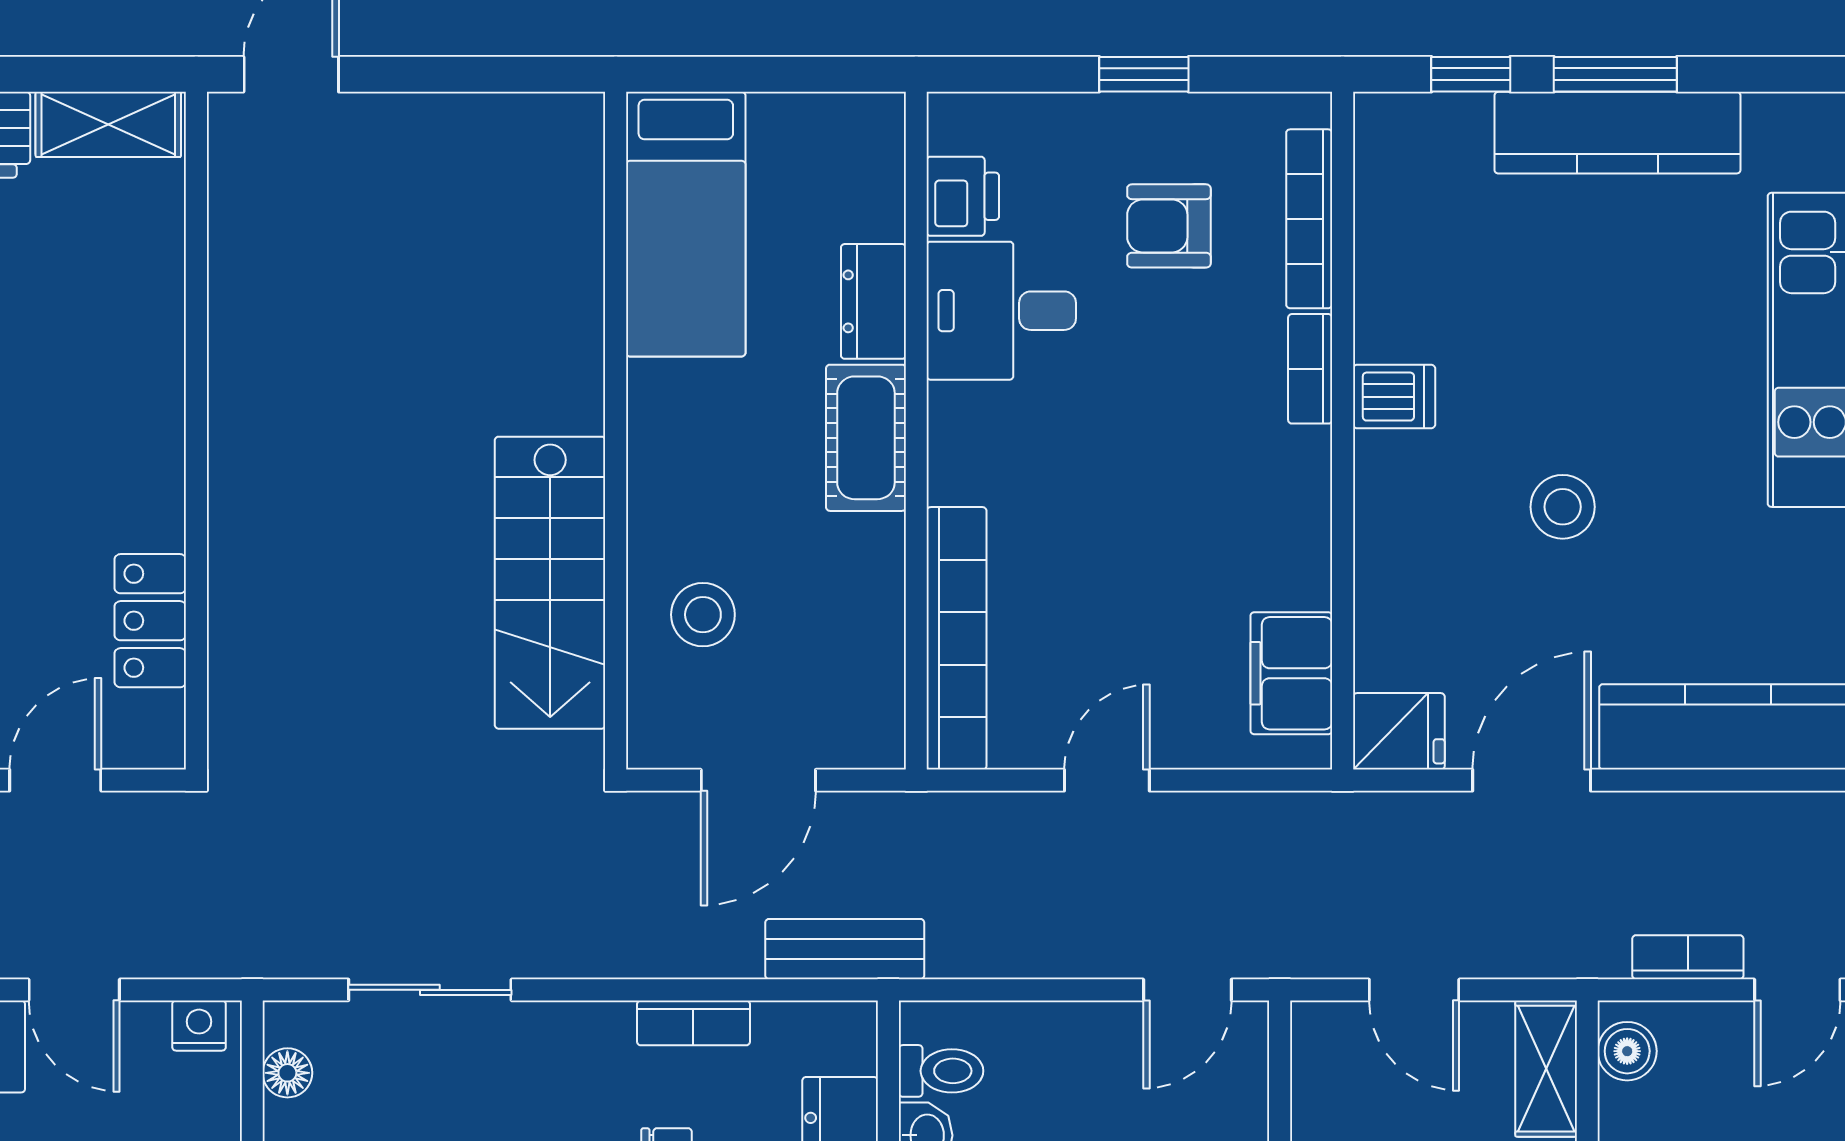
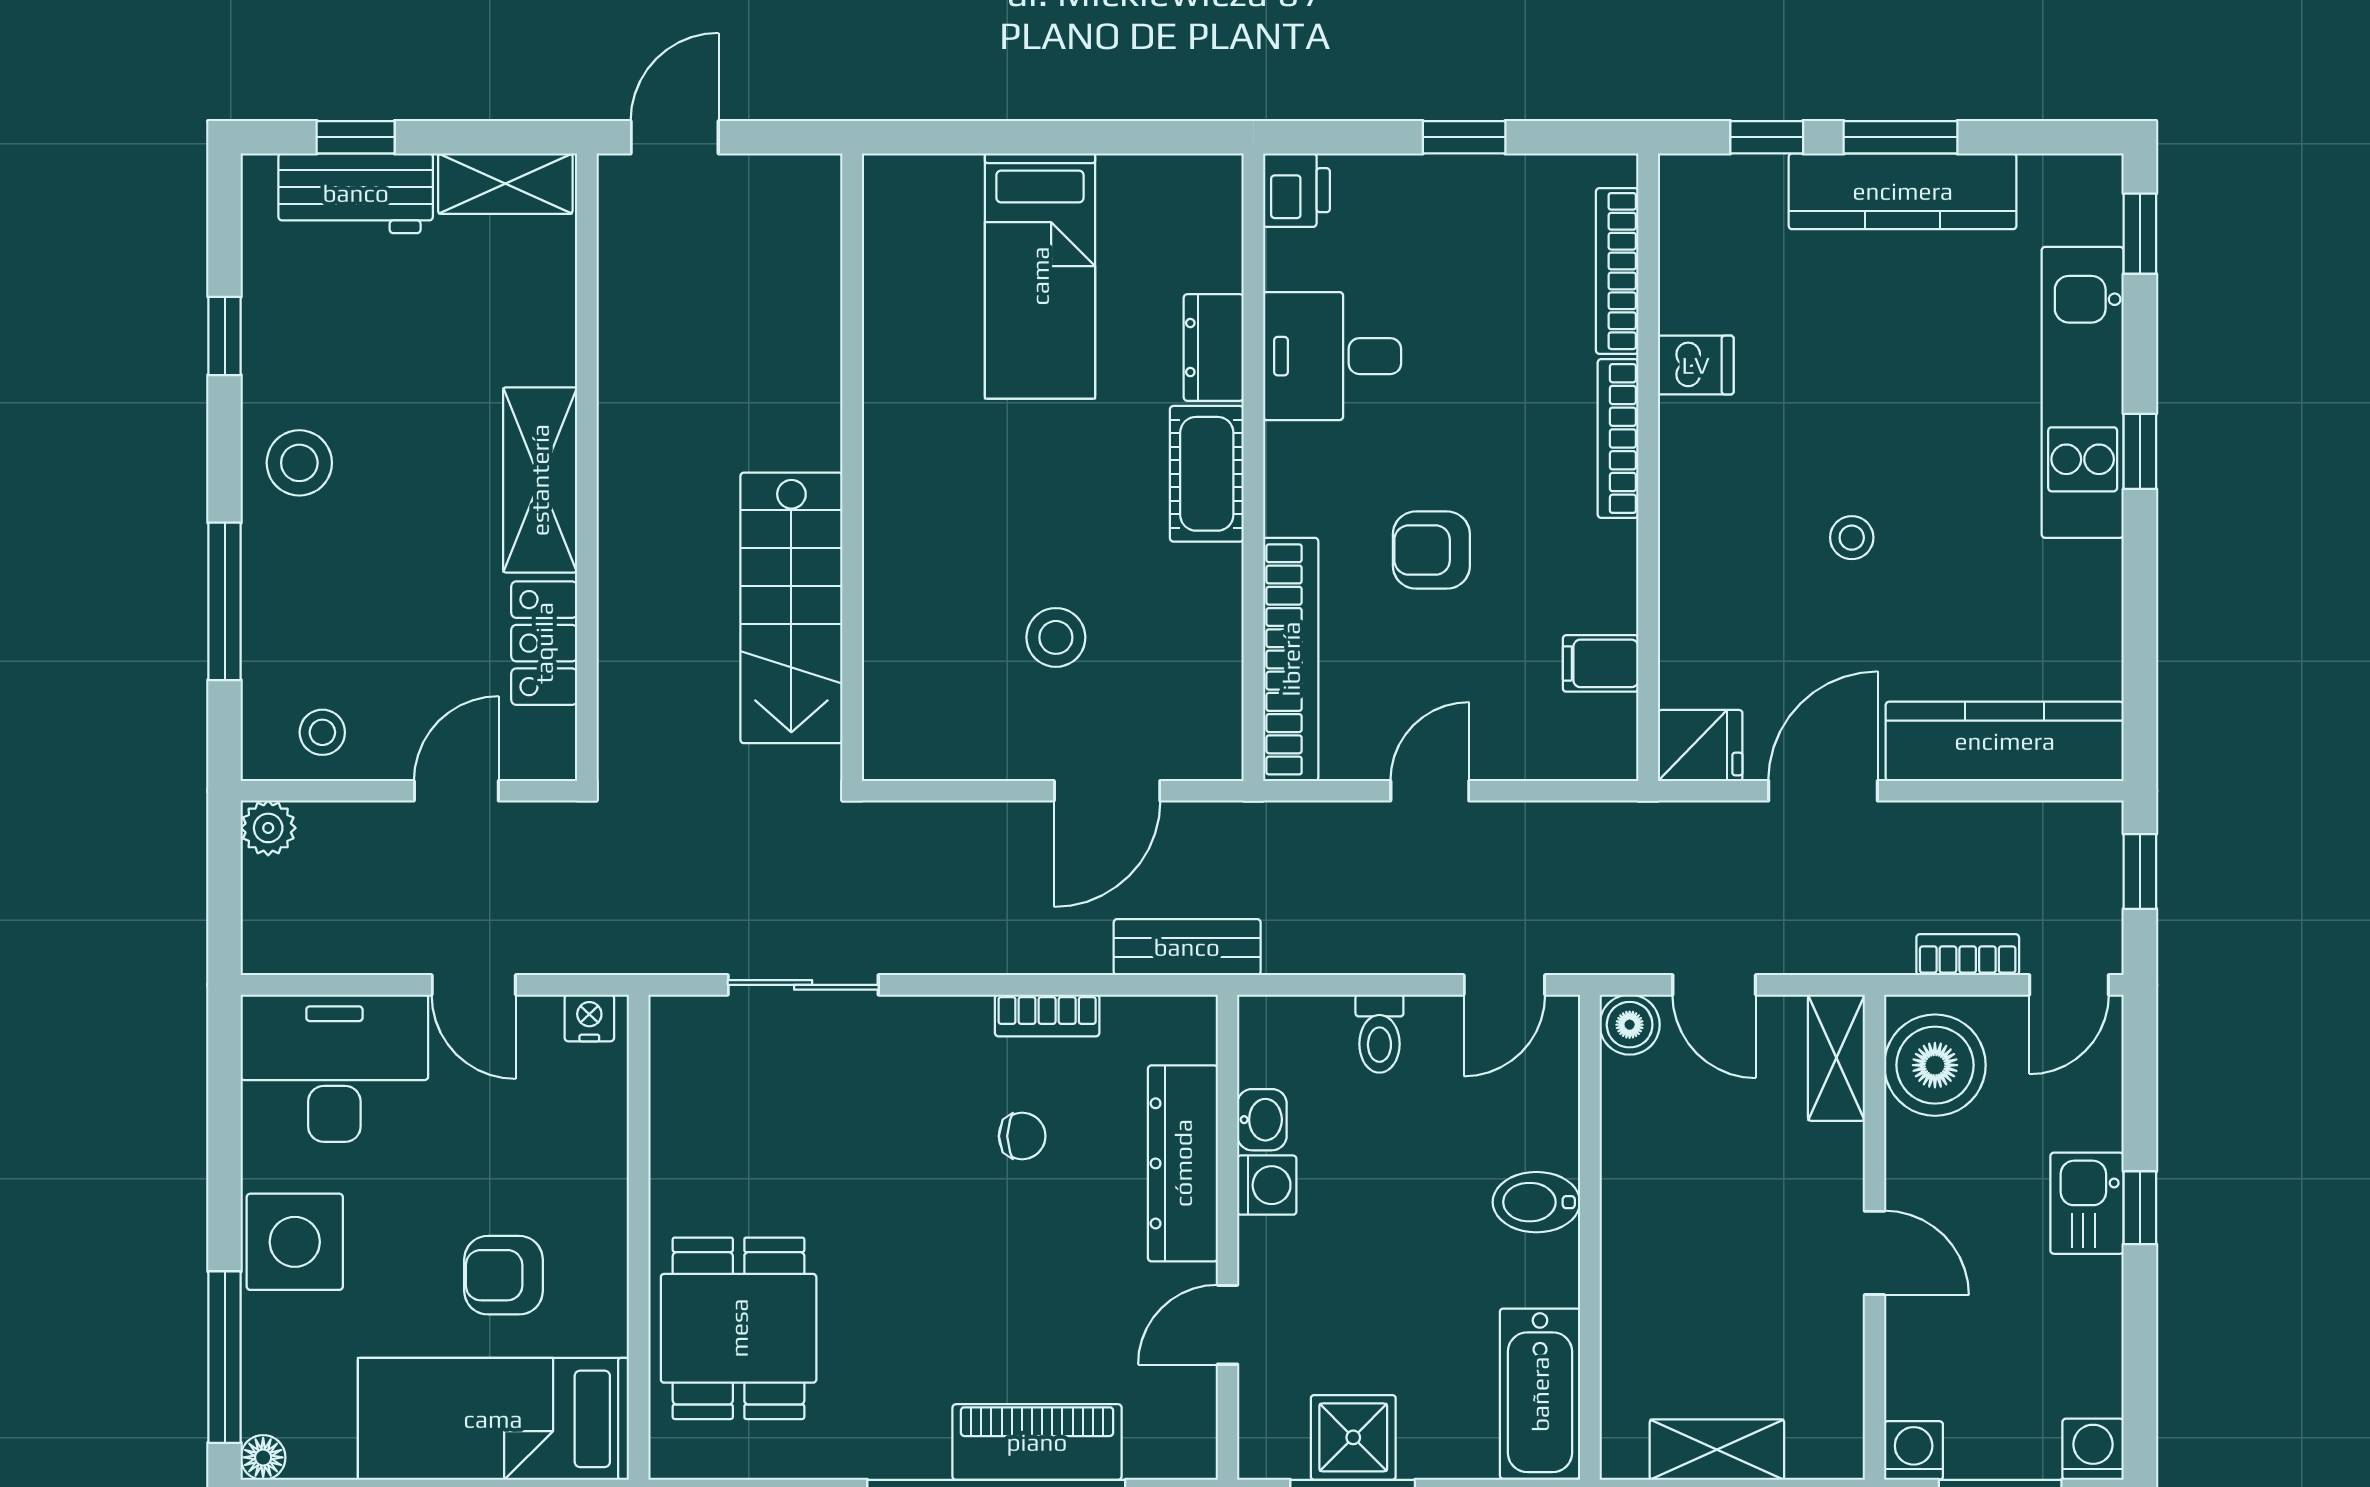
printer: (963, 196) -> (1296, 190), moved
armchair: (1169, 226) -> (1431, 550), moved
bookcase: (1310, 369) -> (1618, 438), width x1.56
dishwasher: (1394, 397) -> (1696, 365), moved
wall: (616, 431) -> (852, 467), moved
shelving: (146, 444) -> (540, 480), added
stool: (1563, 507) -> (1852, 538), width x0.73, depth x0.73
stairs: (550, 583) -> (791, 608), moved
filing cabinet: (1291, 673) -> (1601, 663), width x0.50
boiler: (1323, 1033) -> (1630, 1025), added
boiler: (1627, 1051) -> (1935, 1065), width x1.86, depth x1.86
toilet: (941, 1071) -> (1379, 1034), moved, turned 90
floor lamp: (287, 1073) -> (671, 1062), removed

